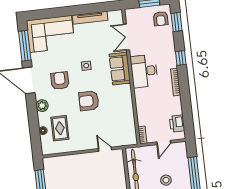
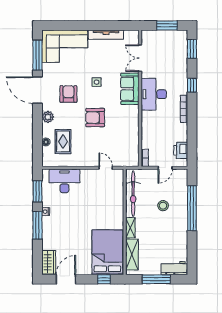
armchair: (161, 19) -> (176, 44), removed
desk: (66, 167) -> (64, 181), added

